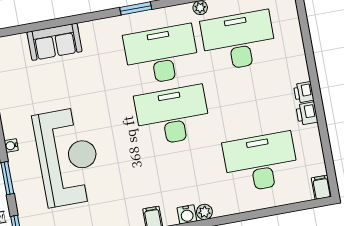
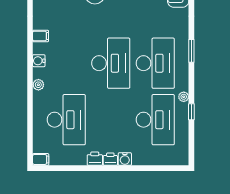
water cooler: (300, 73) -> (125, 159), added
plant: (204, 212) -> (38, 85), moved

